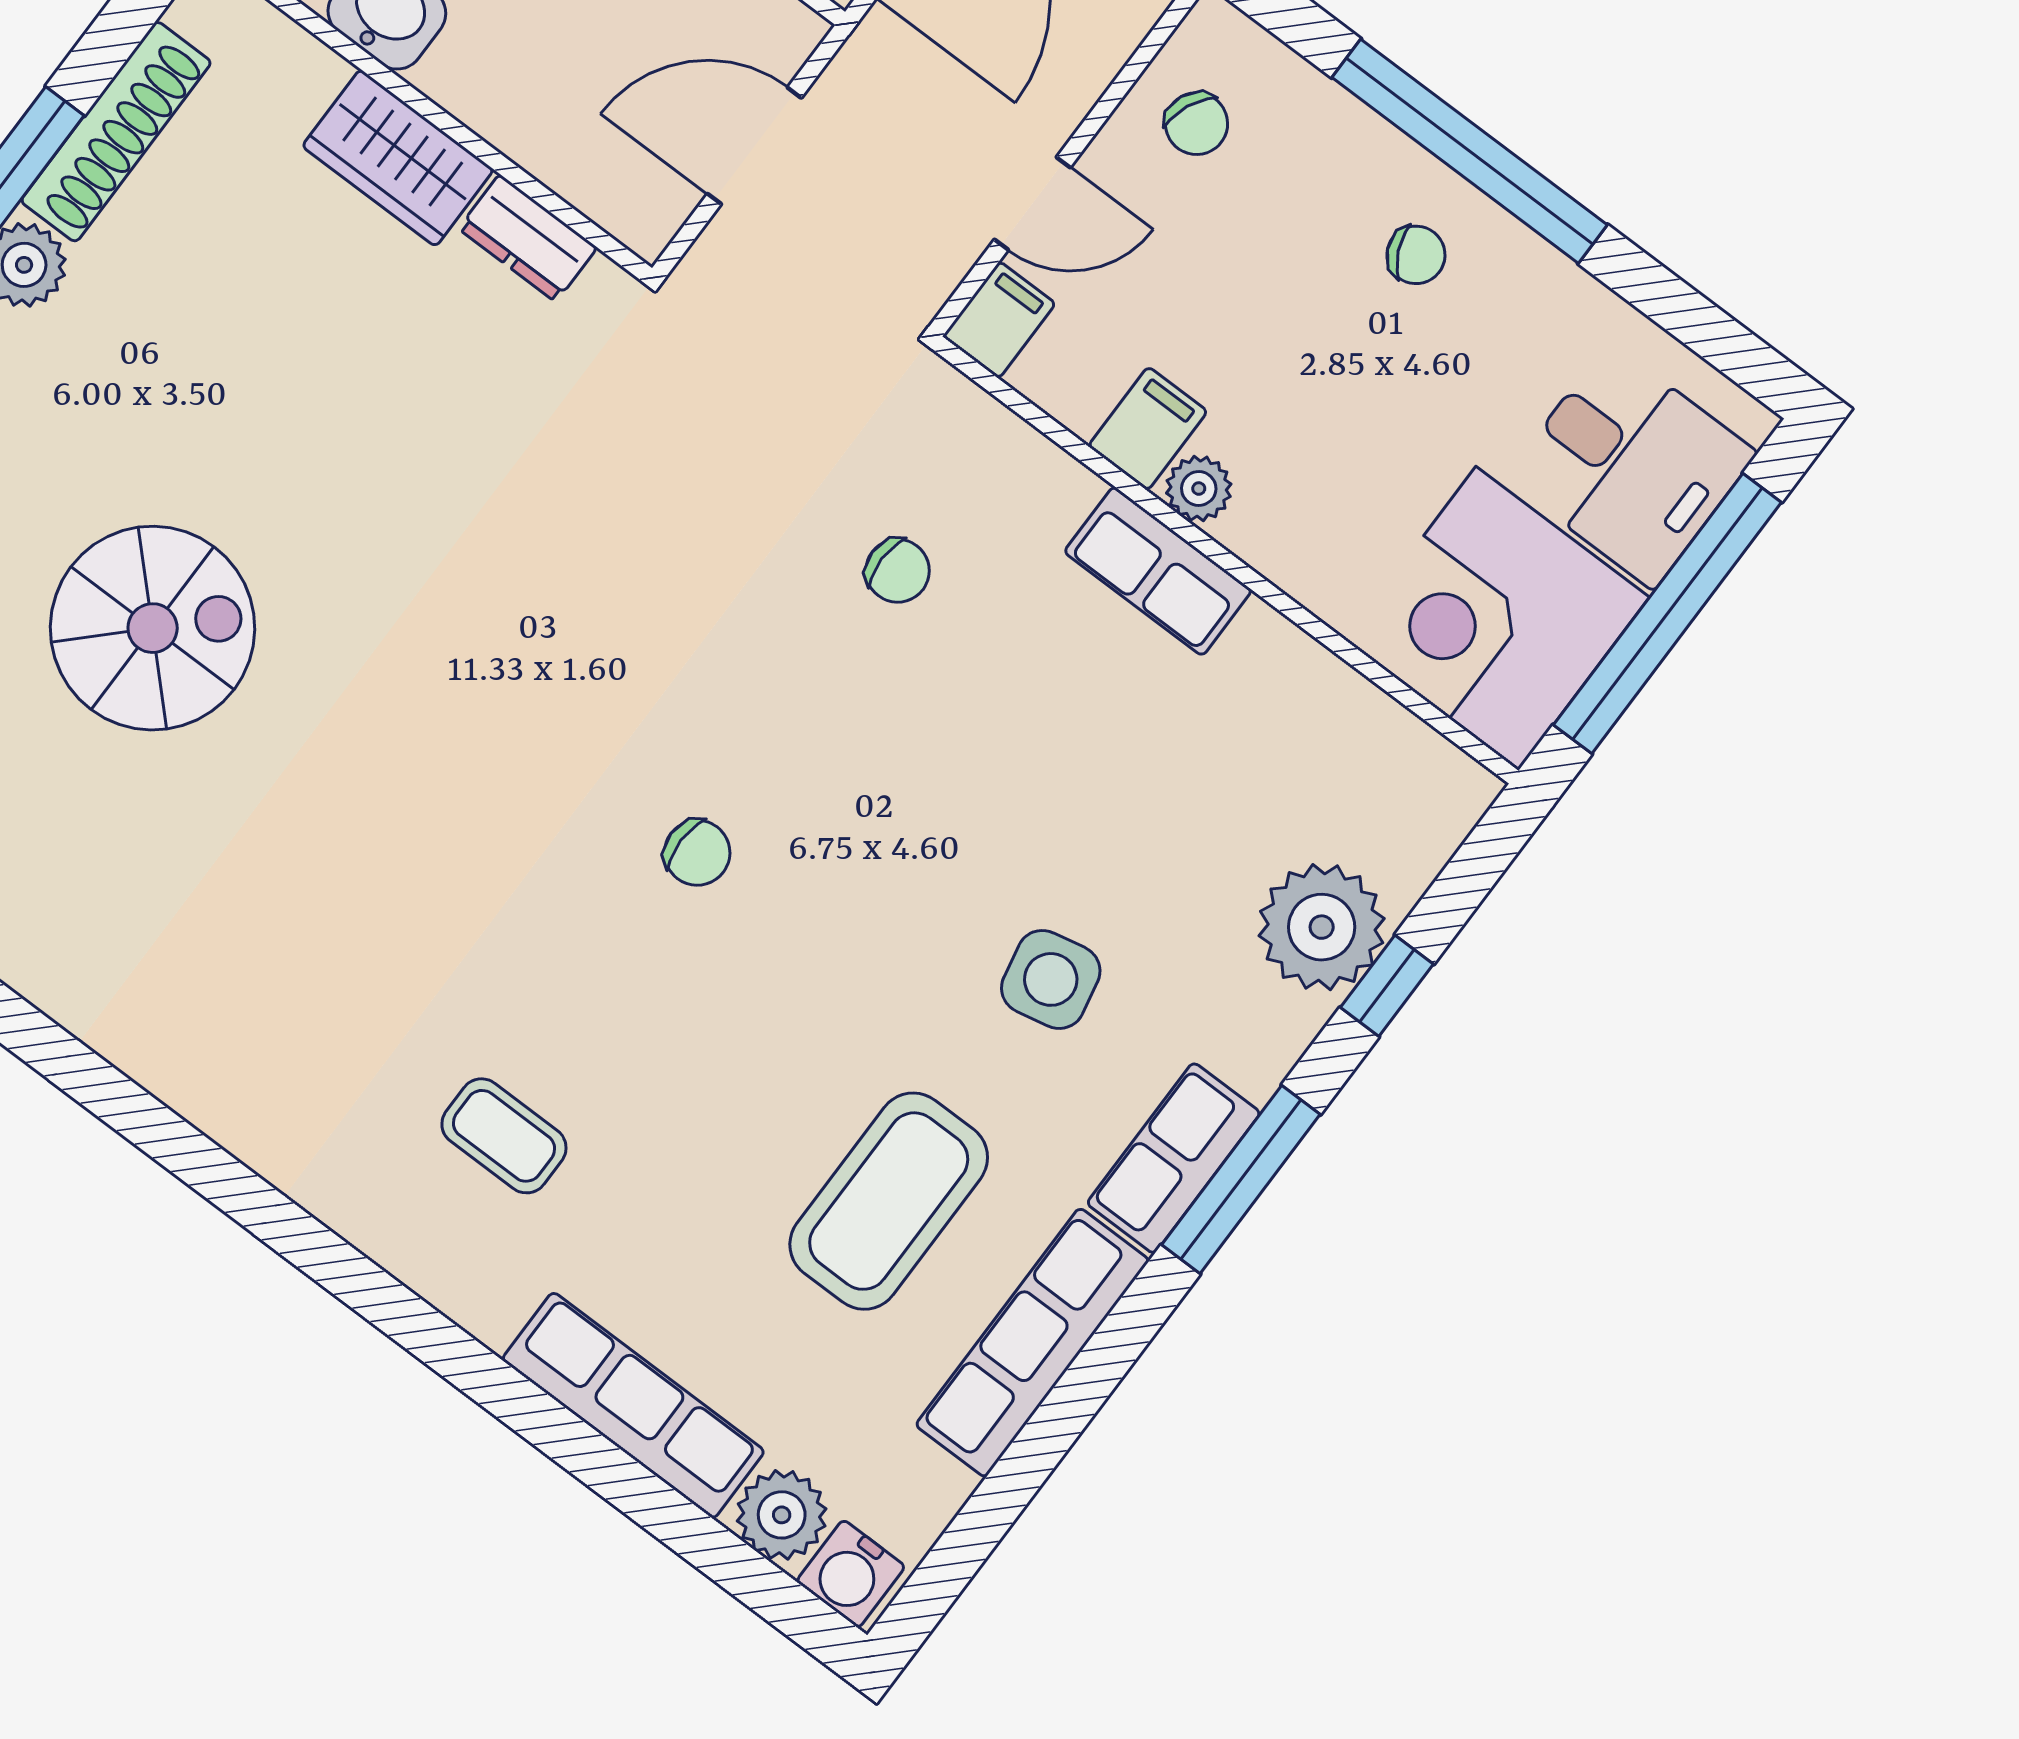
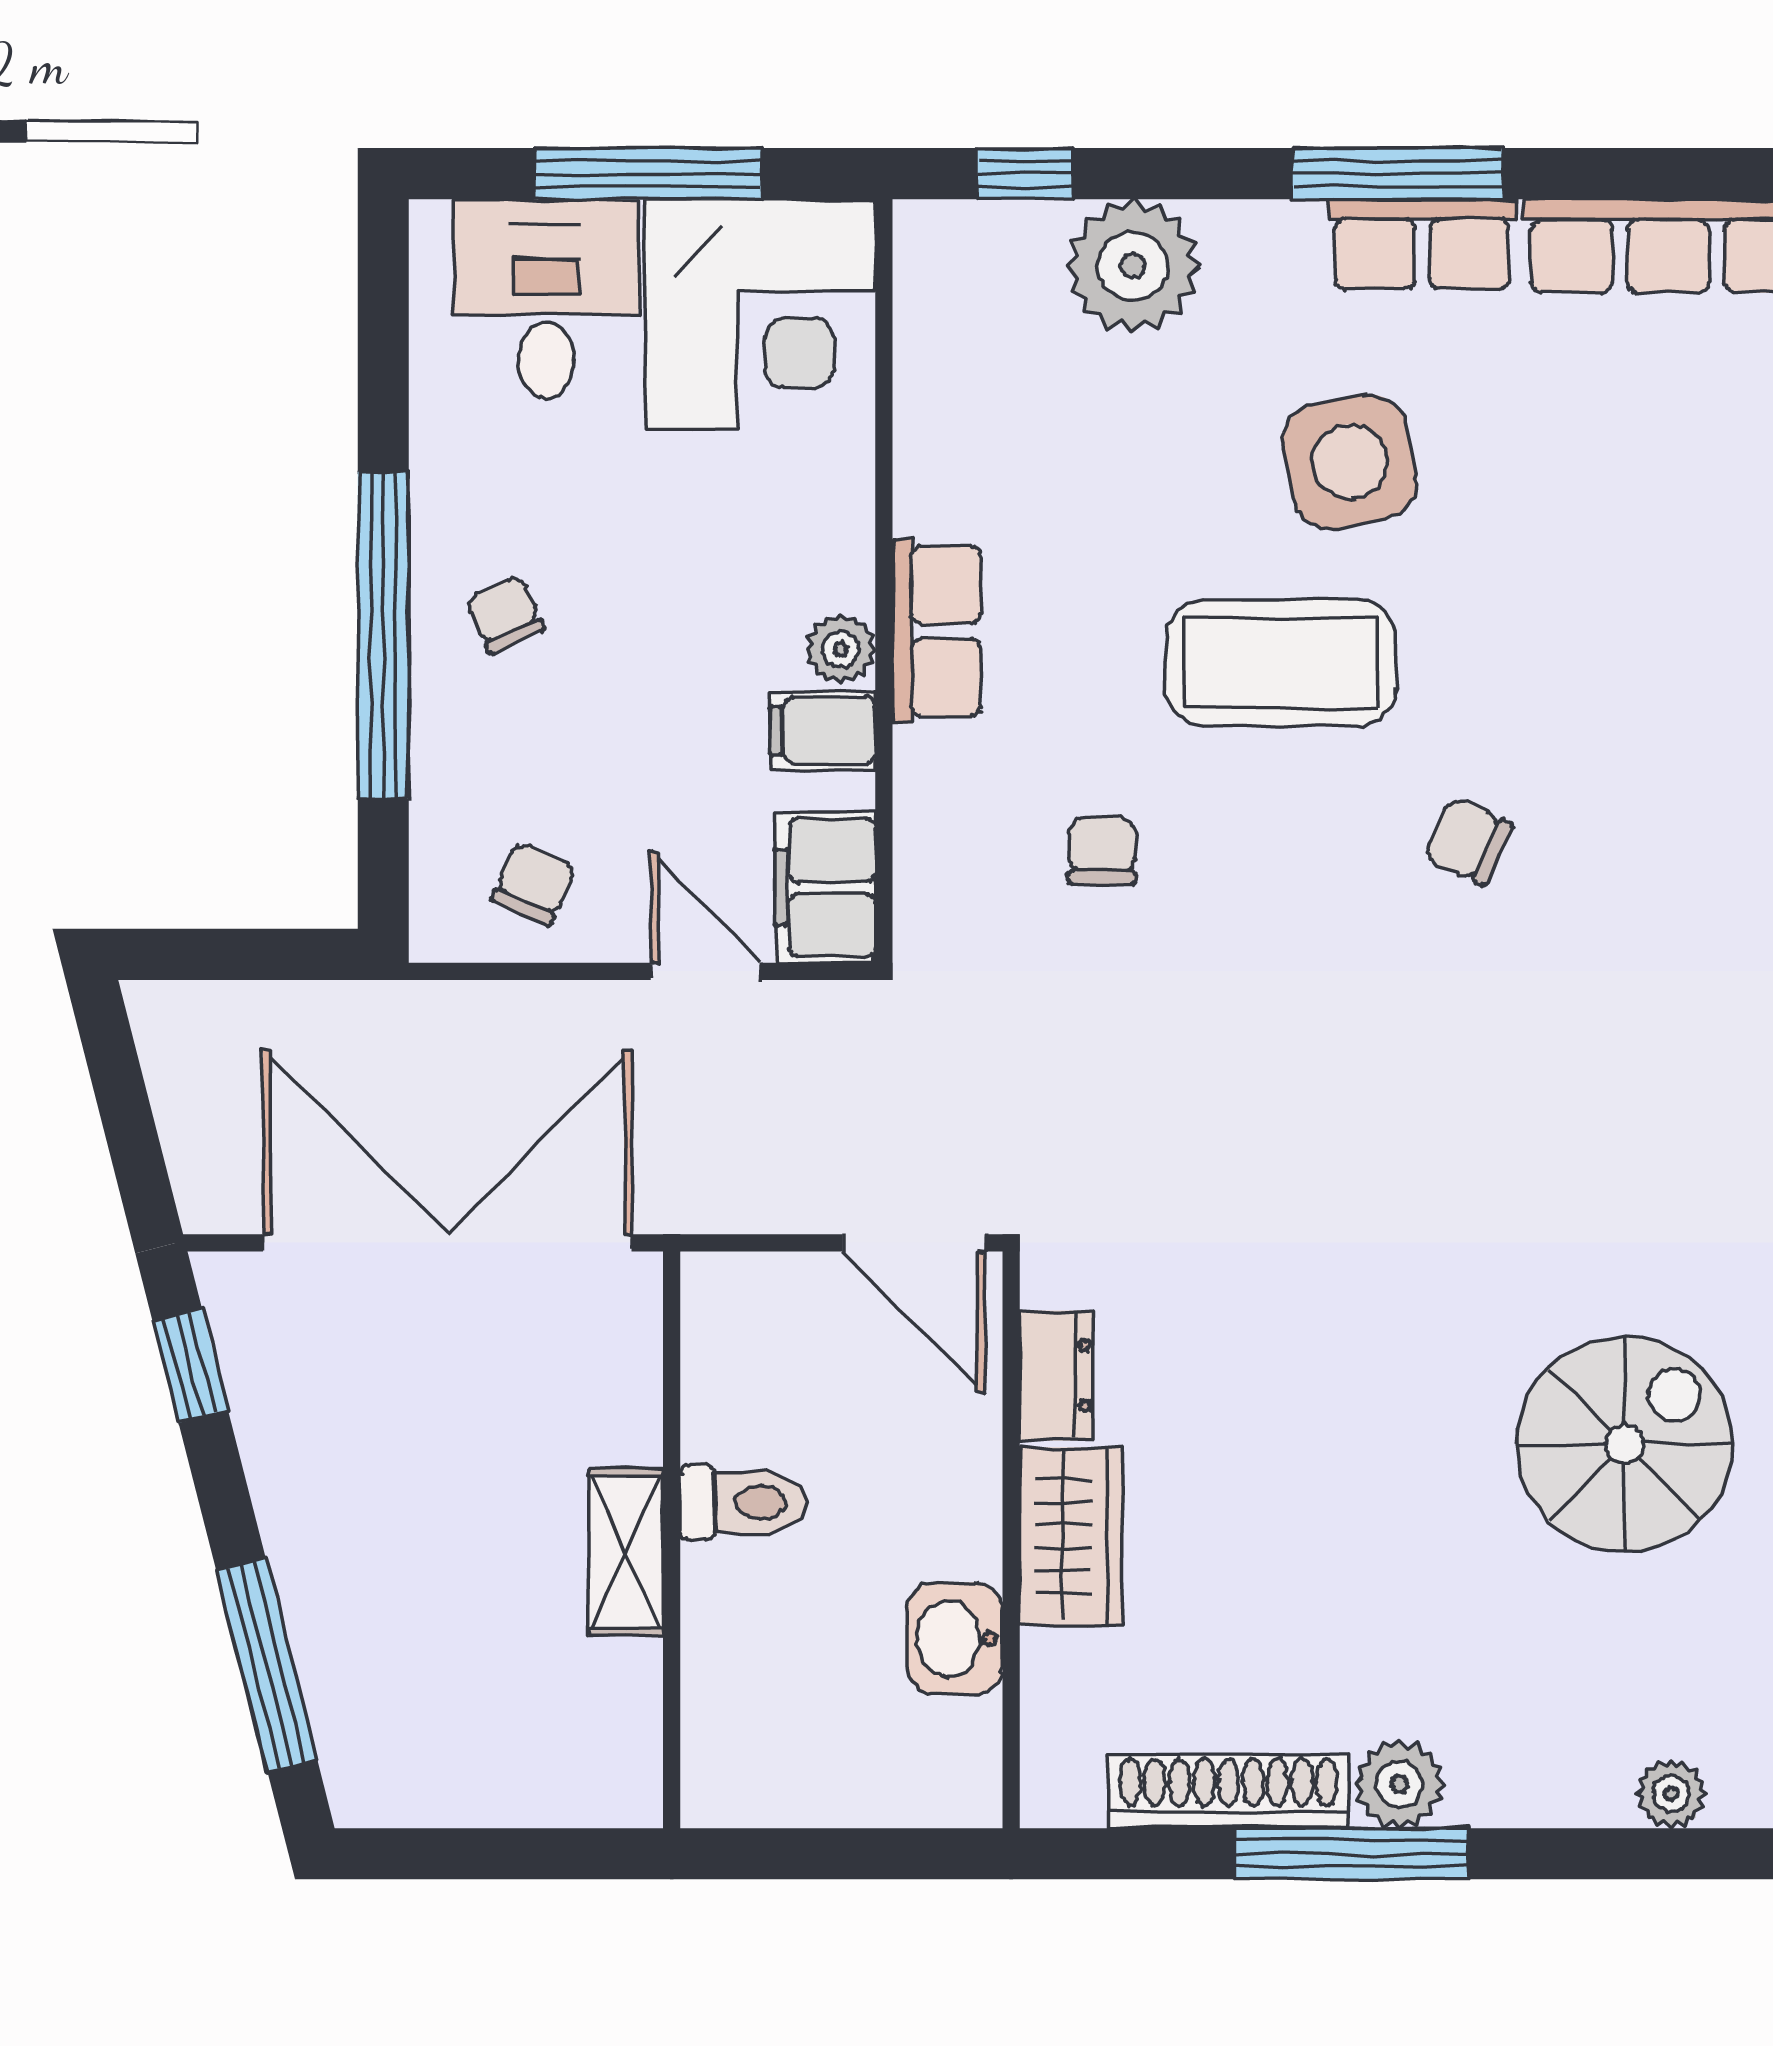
door: (754, 146) -> (914, 1243), moved
filing cabinet: (999, 320) -> (825, 888), width x2.00
window: (1667, 614) -> (648, 174), width x0.68
spiral stairs: (153, 628) -> (1625, 1444), turned 90
chair: (697, 853) -> (1468, 841), turned -65
side table: (1051, 979) -> (1350, 462), width x1.37, depth x1.37
window: (1387, 986) -> (1024, 174), moved
coffee table: (889, 1201) -> (1281, 663), moved

